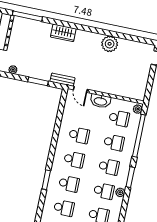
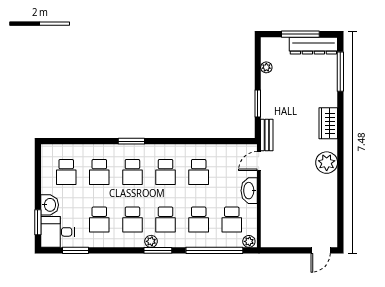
plant: (110, 44) -> (327, 163), moved
plant: (120, 192) -> (151, 241), moved

